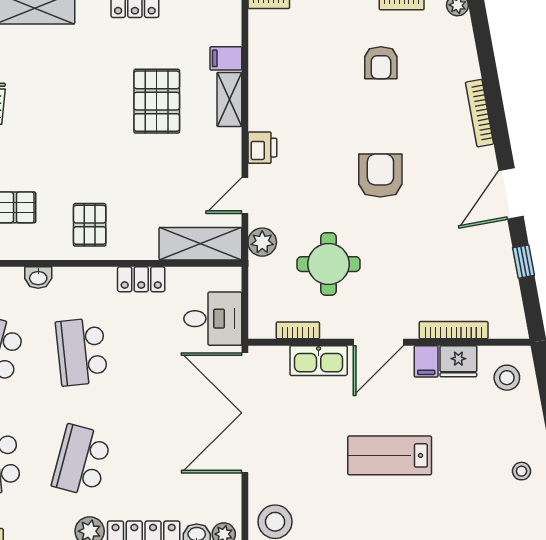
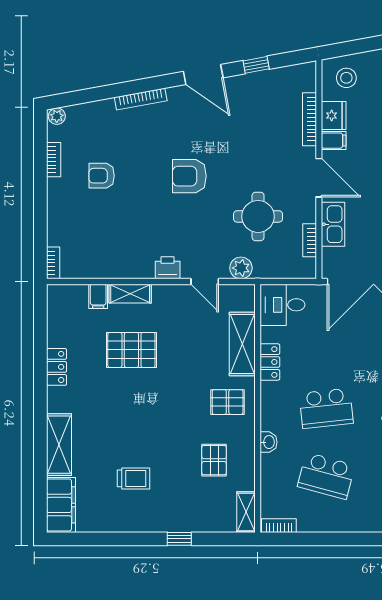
armchair: (381, 63) -> (102, 176), turned 180
shelving: (200, 244) -> (242, 344), moved
desk: (213, 319) -> (282, 305), moved, turned -90

